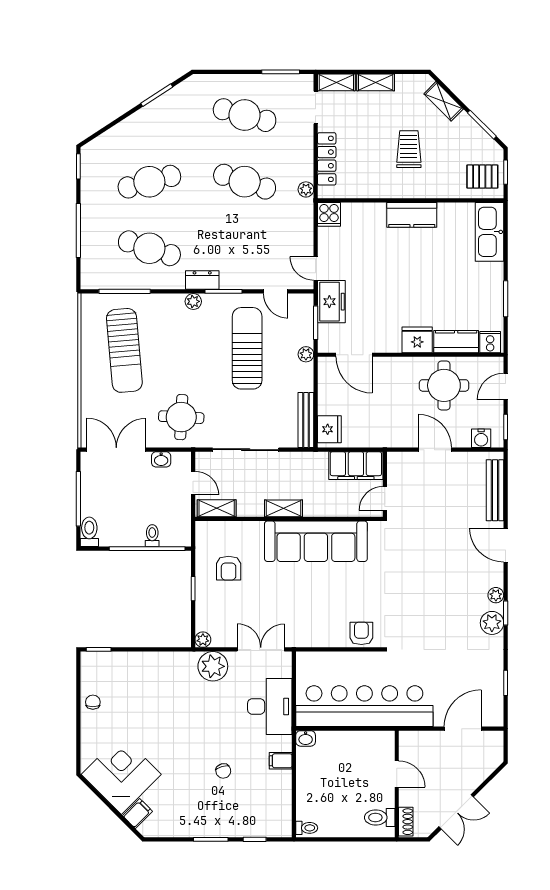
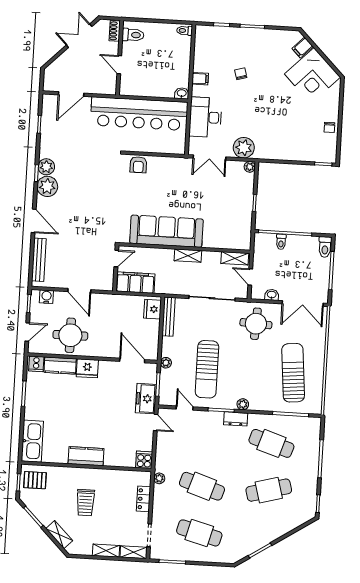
locker: (327, 159) -> (143, 499), width x0.66
armchair: (229, 568) -> (229, 216), removed
plant: (496, 595) -> (47, 186), width x1.87, depth x1.87

